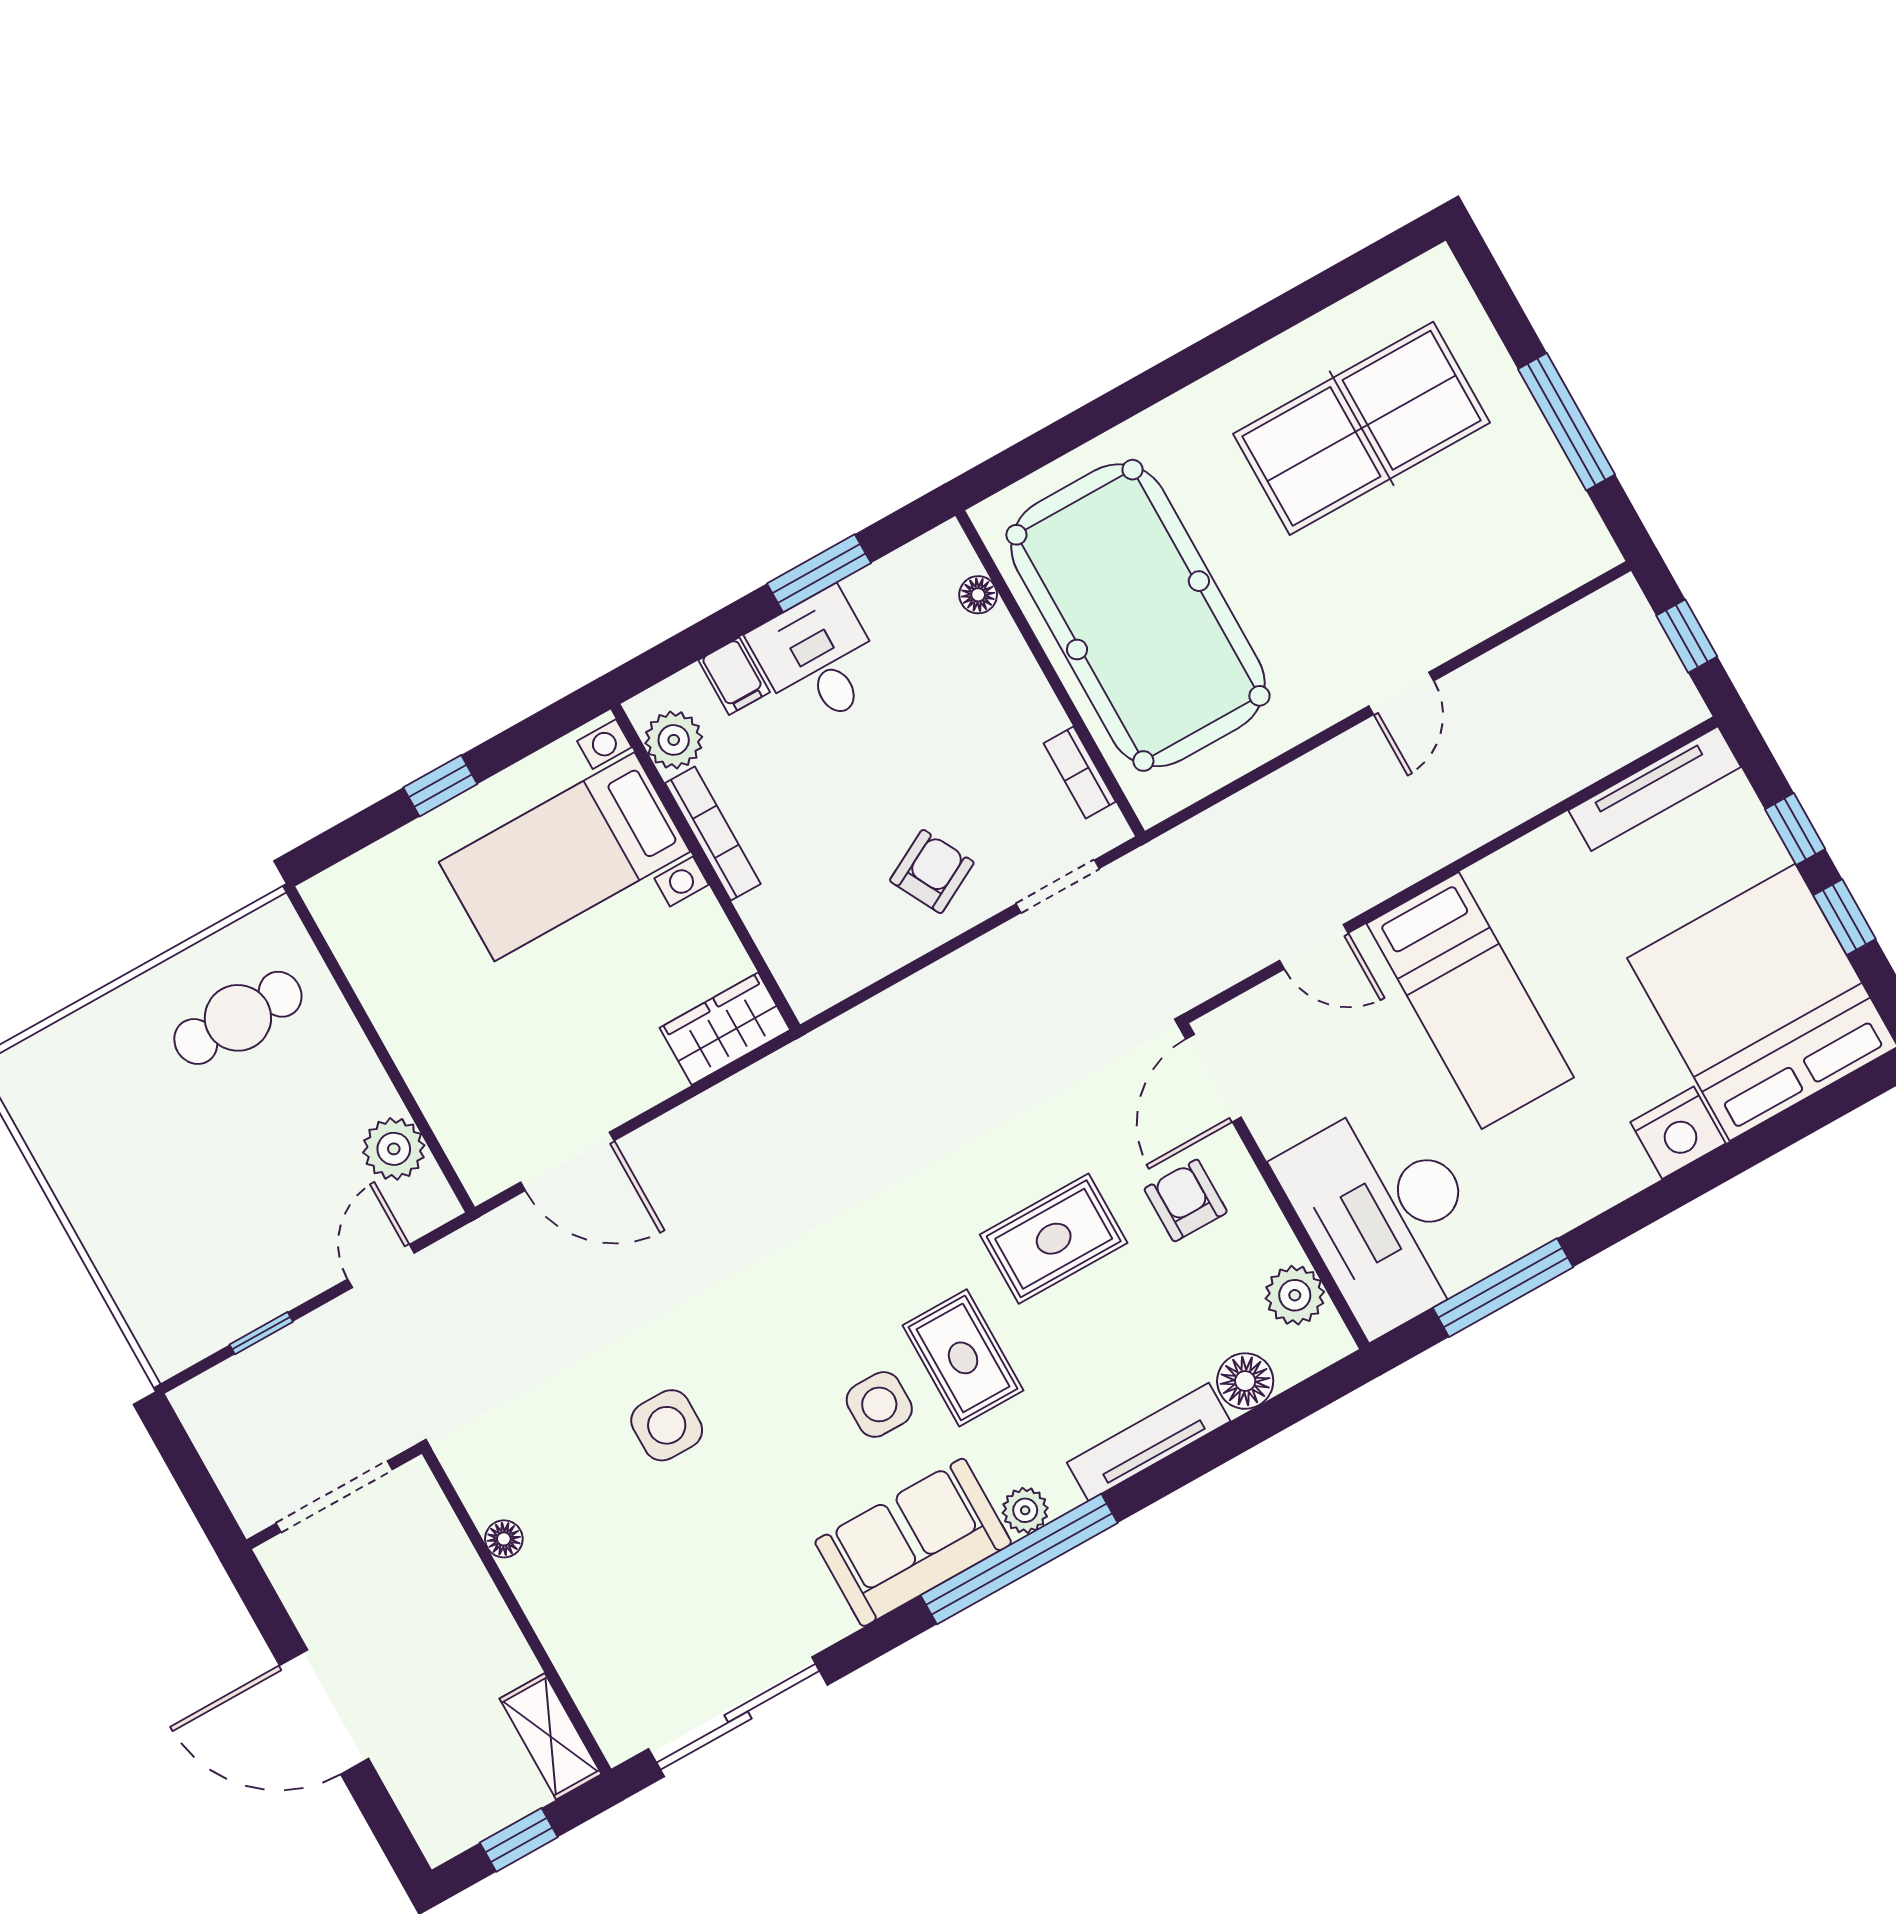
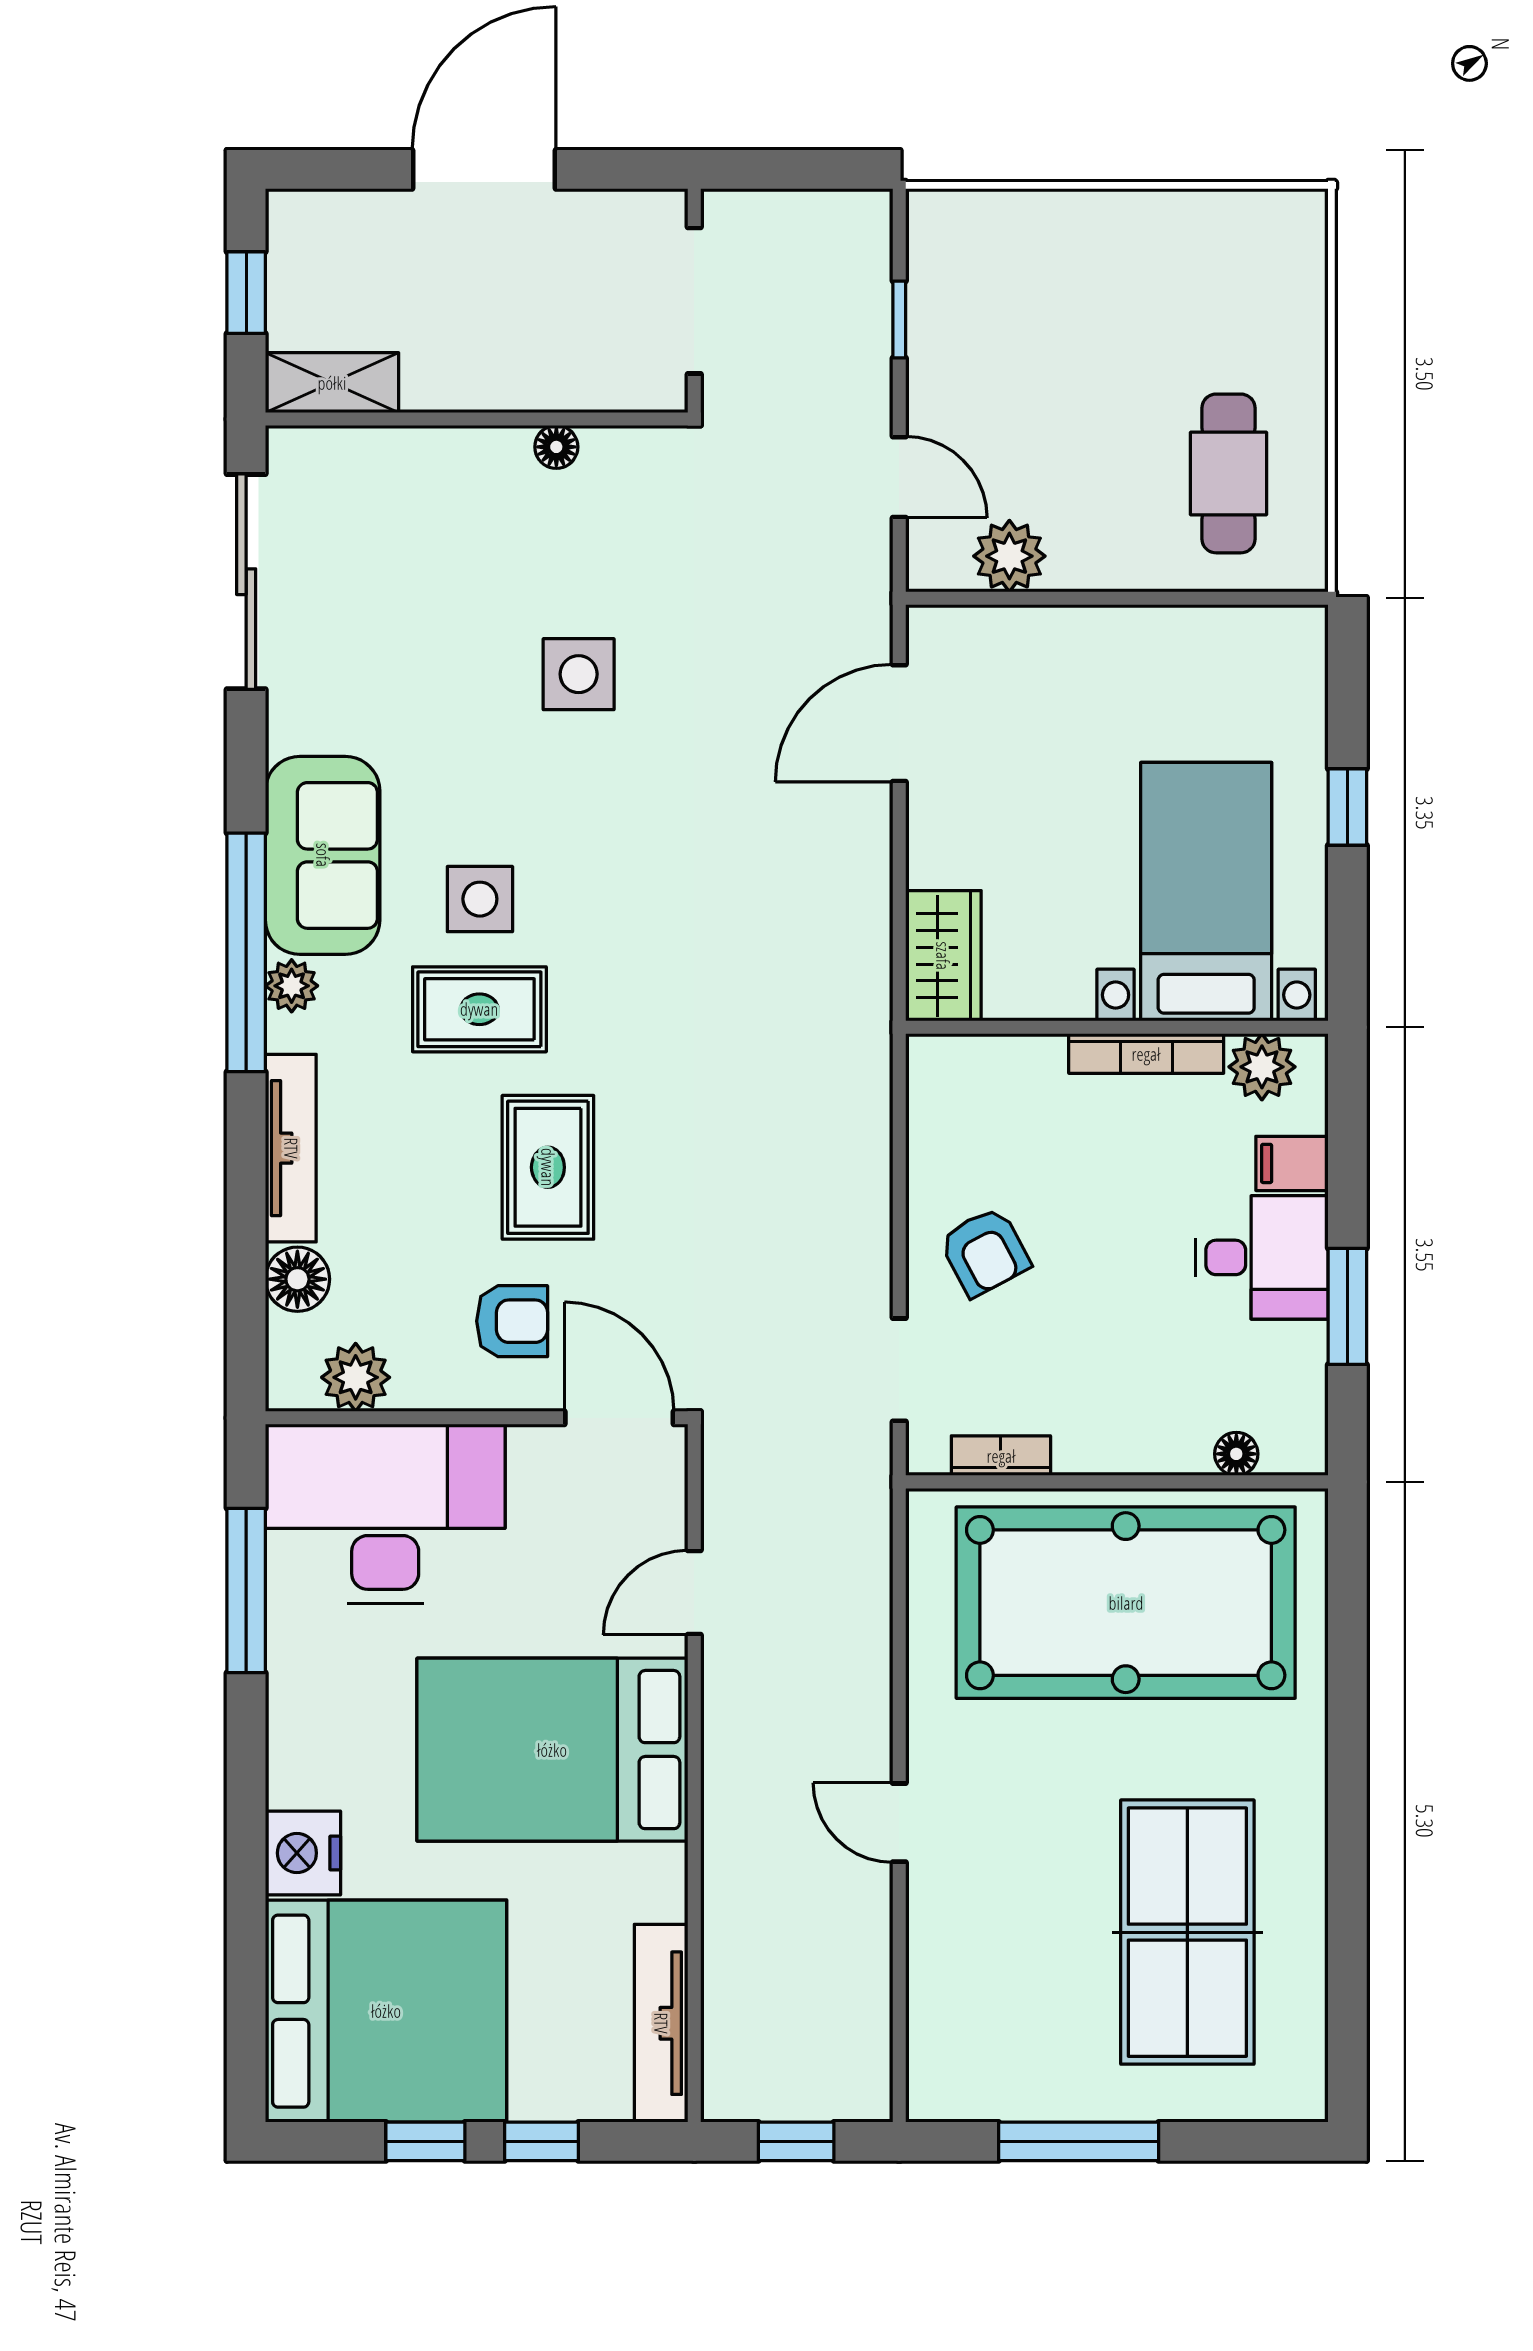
bed: (1470, 1000) -> (552, 1750), width x1.50

